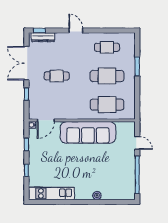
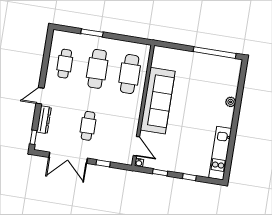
dresser: (43, 37) -> (44, 120), moved
door: (137, 143) -> (178, 47), removed

